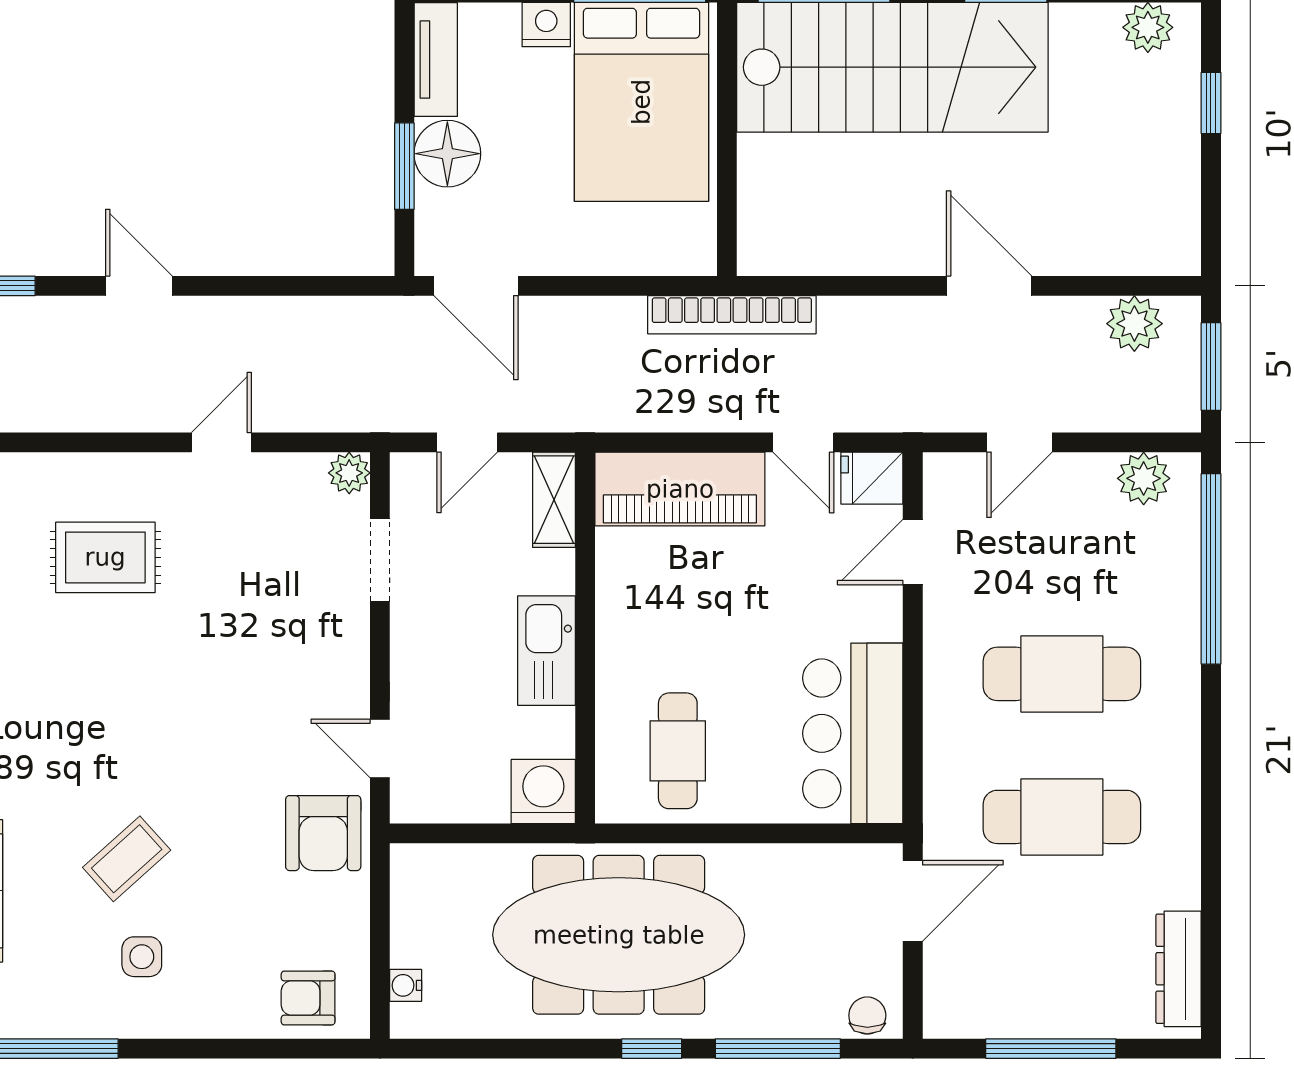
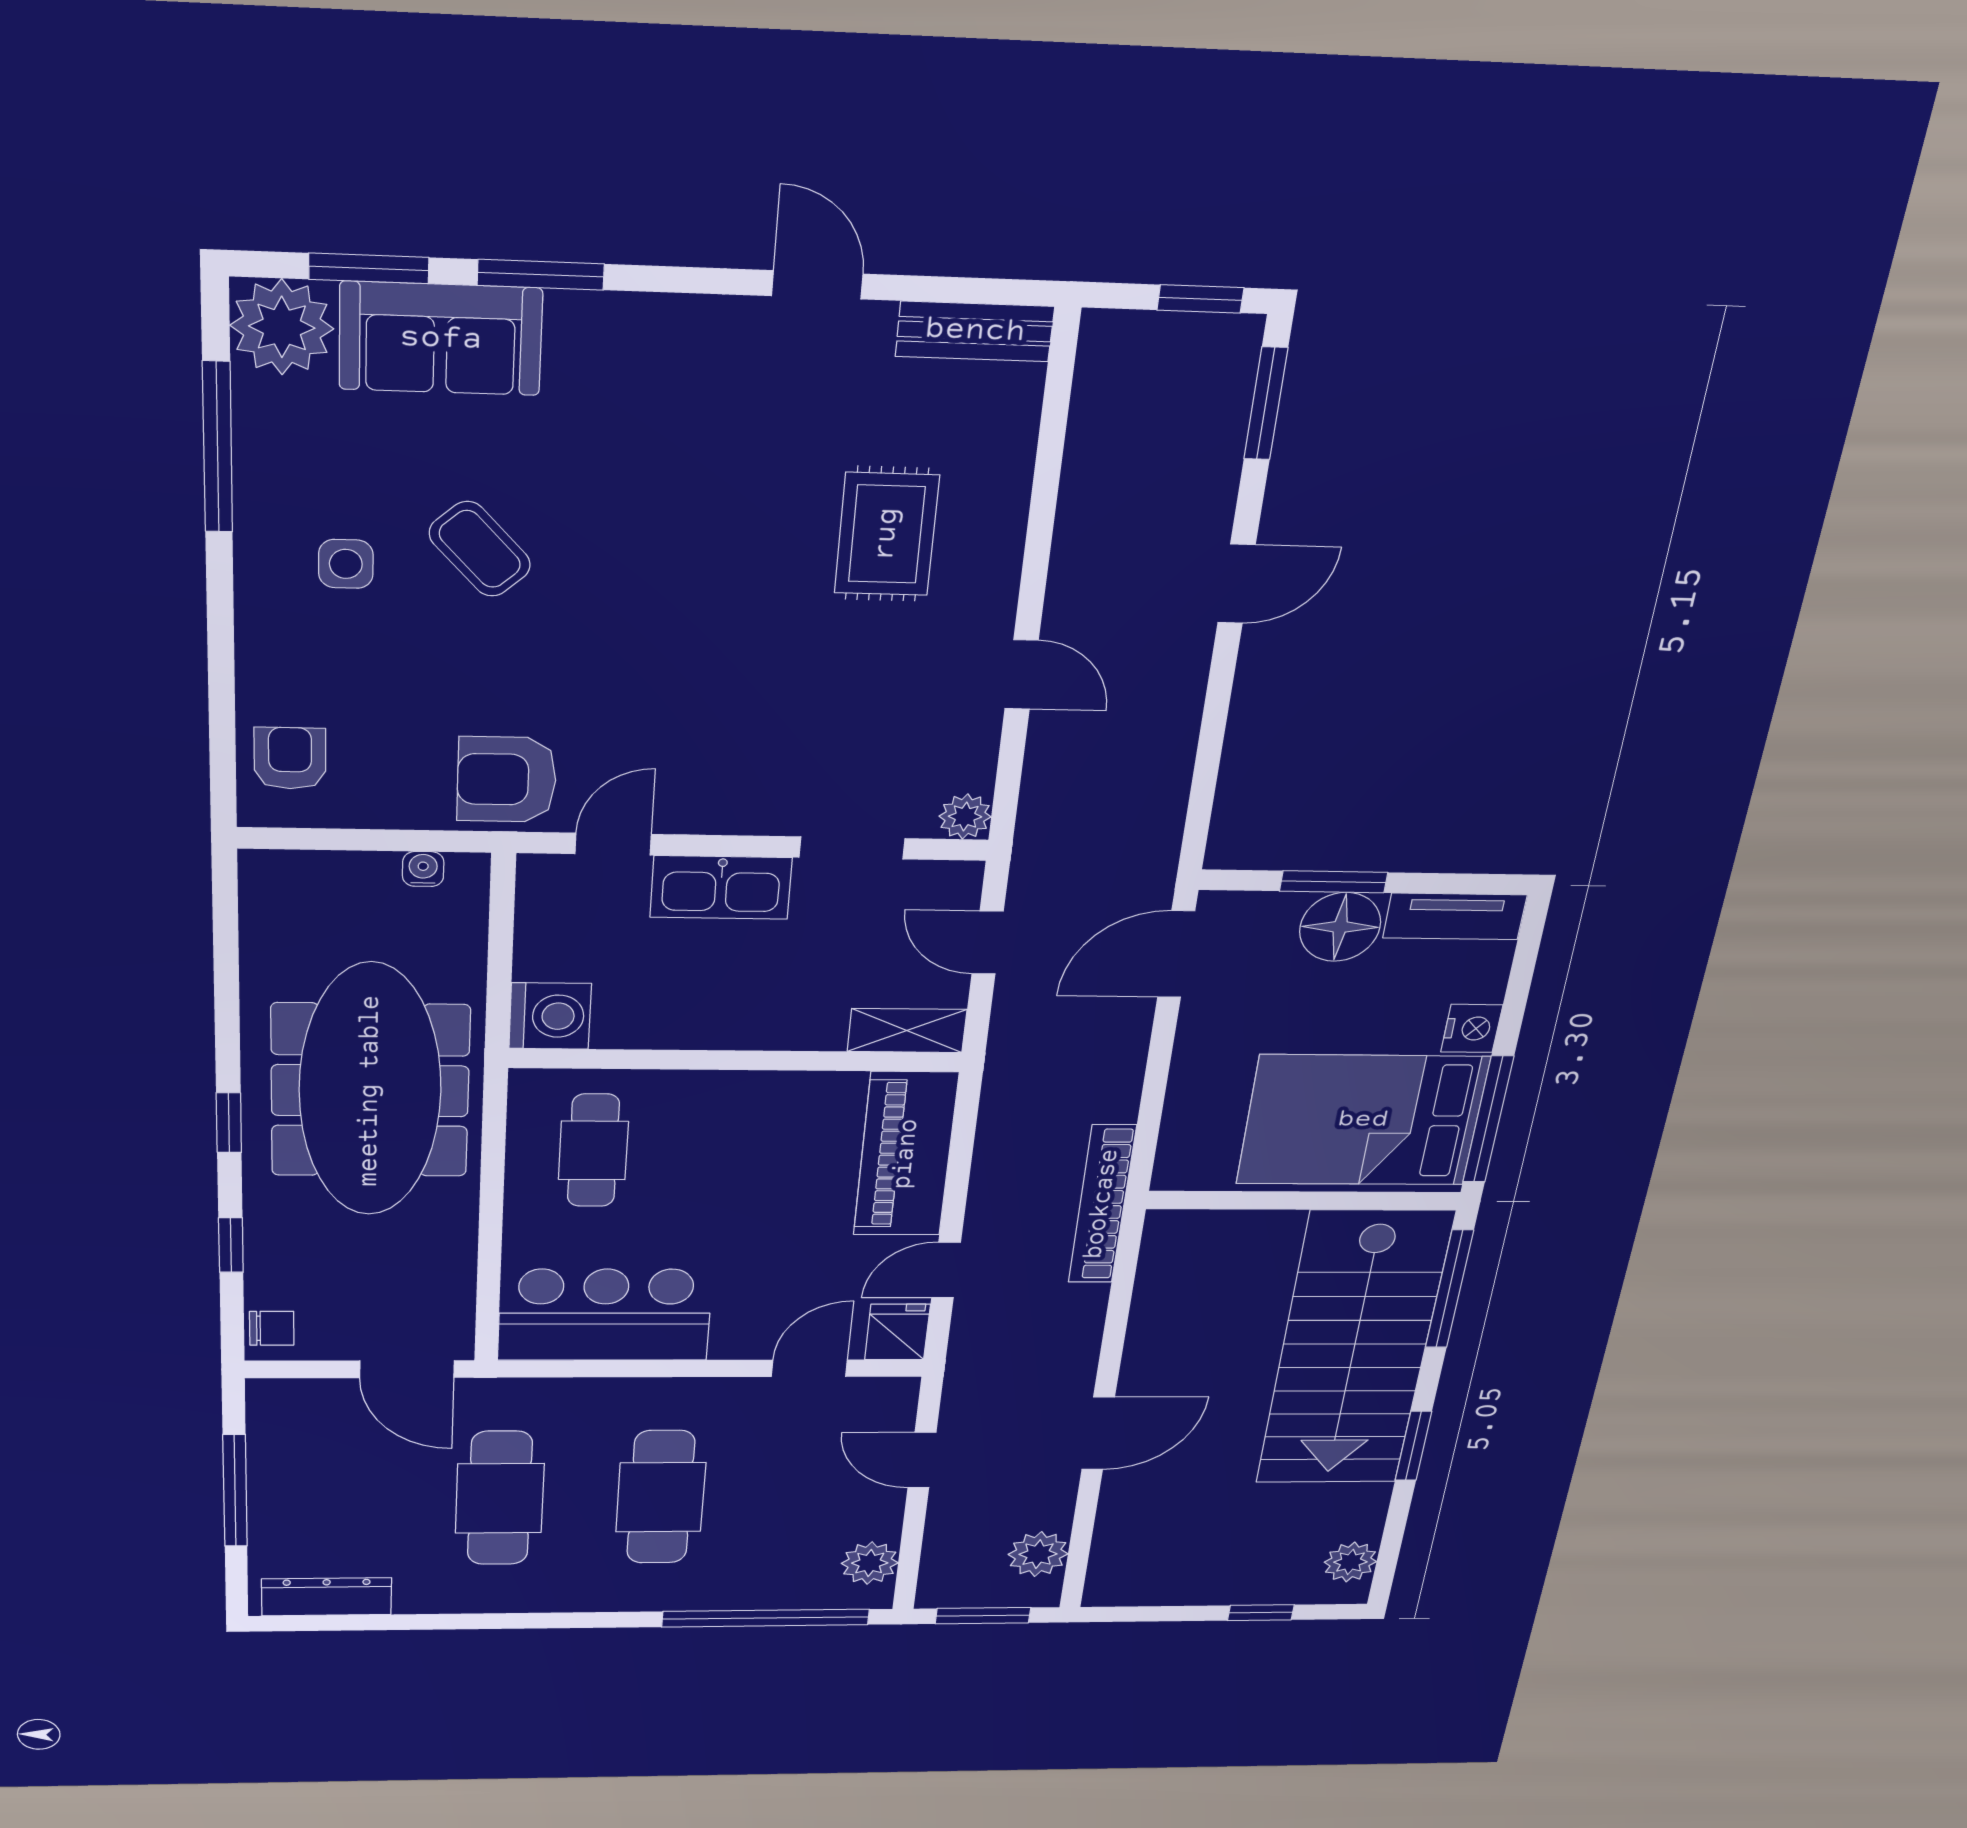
door: (913, 552) -> (809, 1368), hinge flipped
kitchen sink: (547, 651) -> (721, 887), moved, turned 180
cafe table: (678, 751) -> (593, 1151), turned 90
water cooler: (406, 985) -> (423, 869), moved
window: (778, 1049) -> (231, 1245), width x0.46

